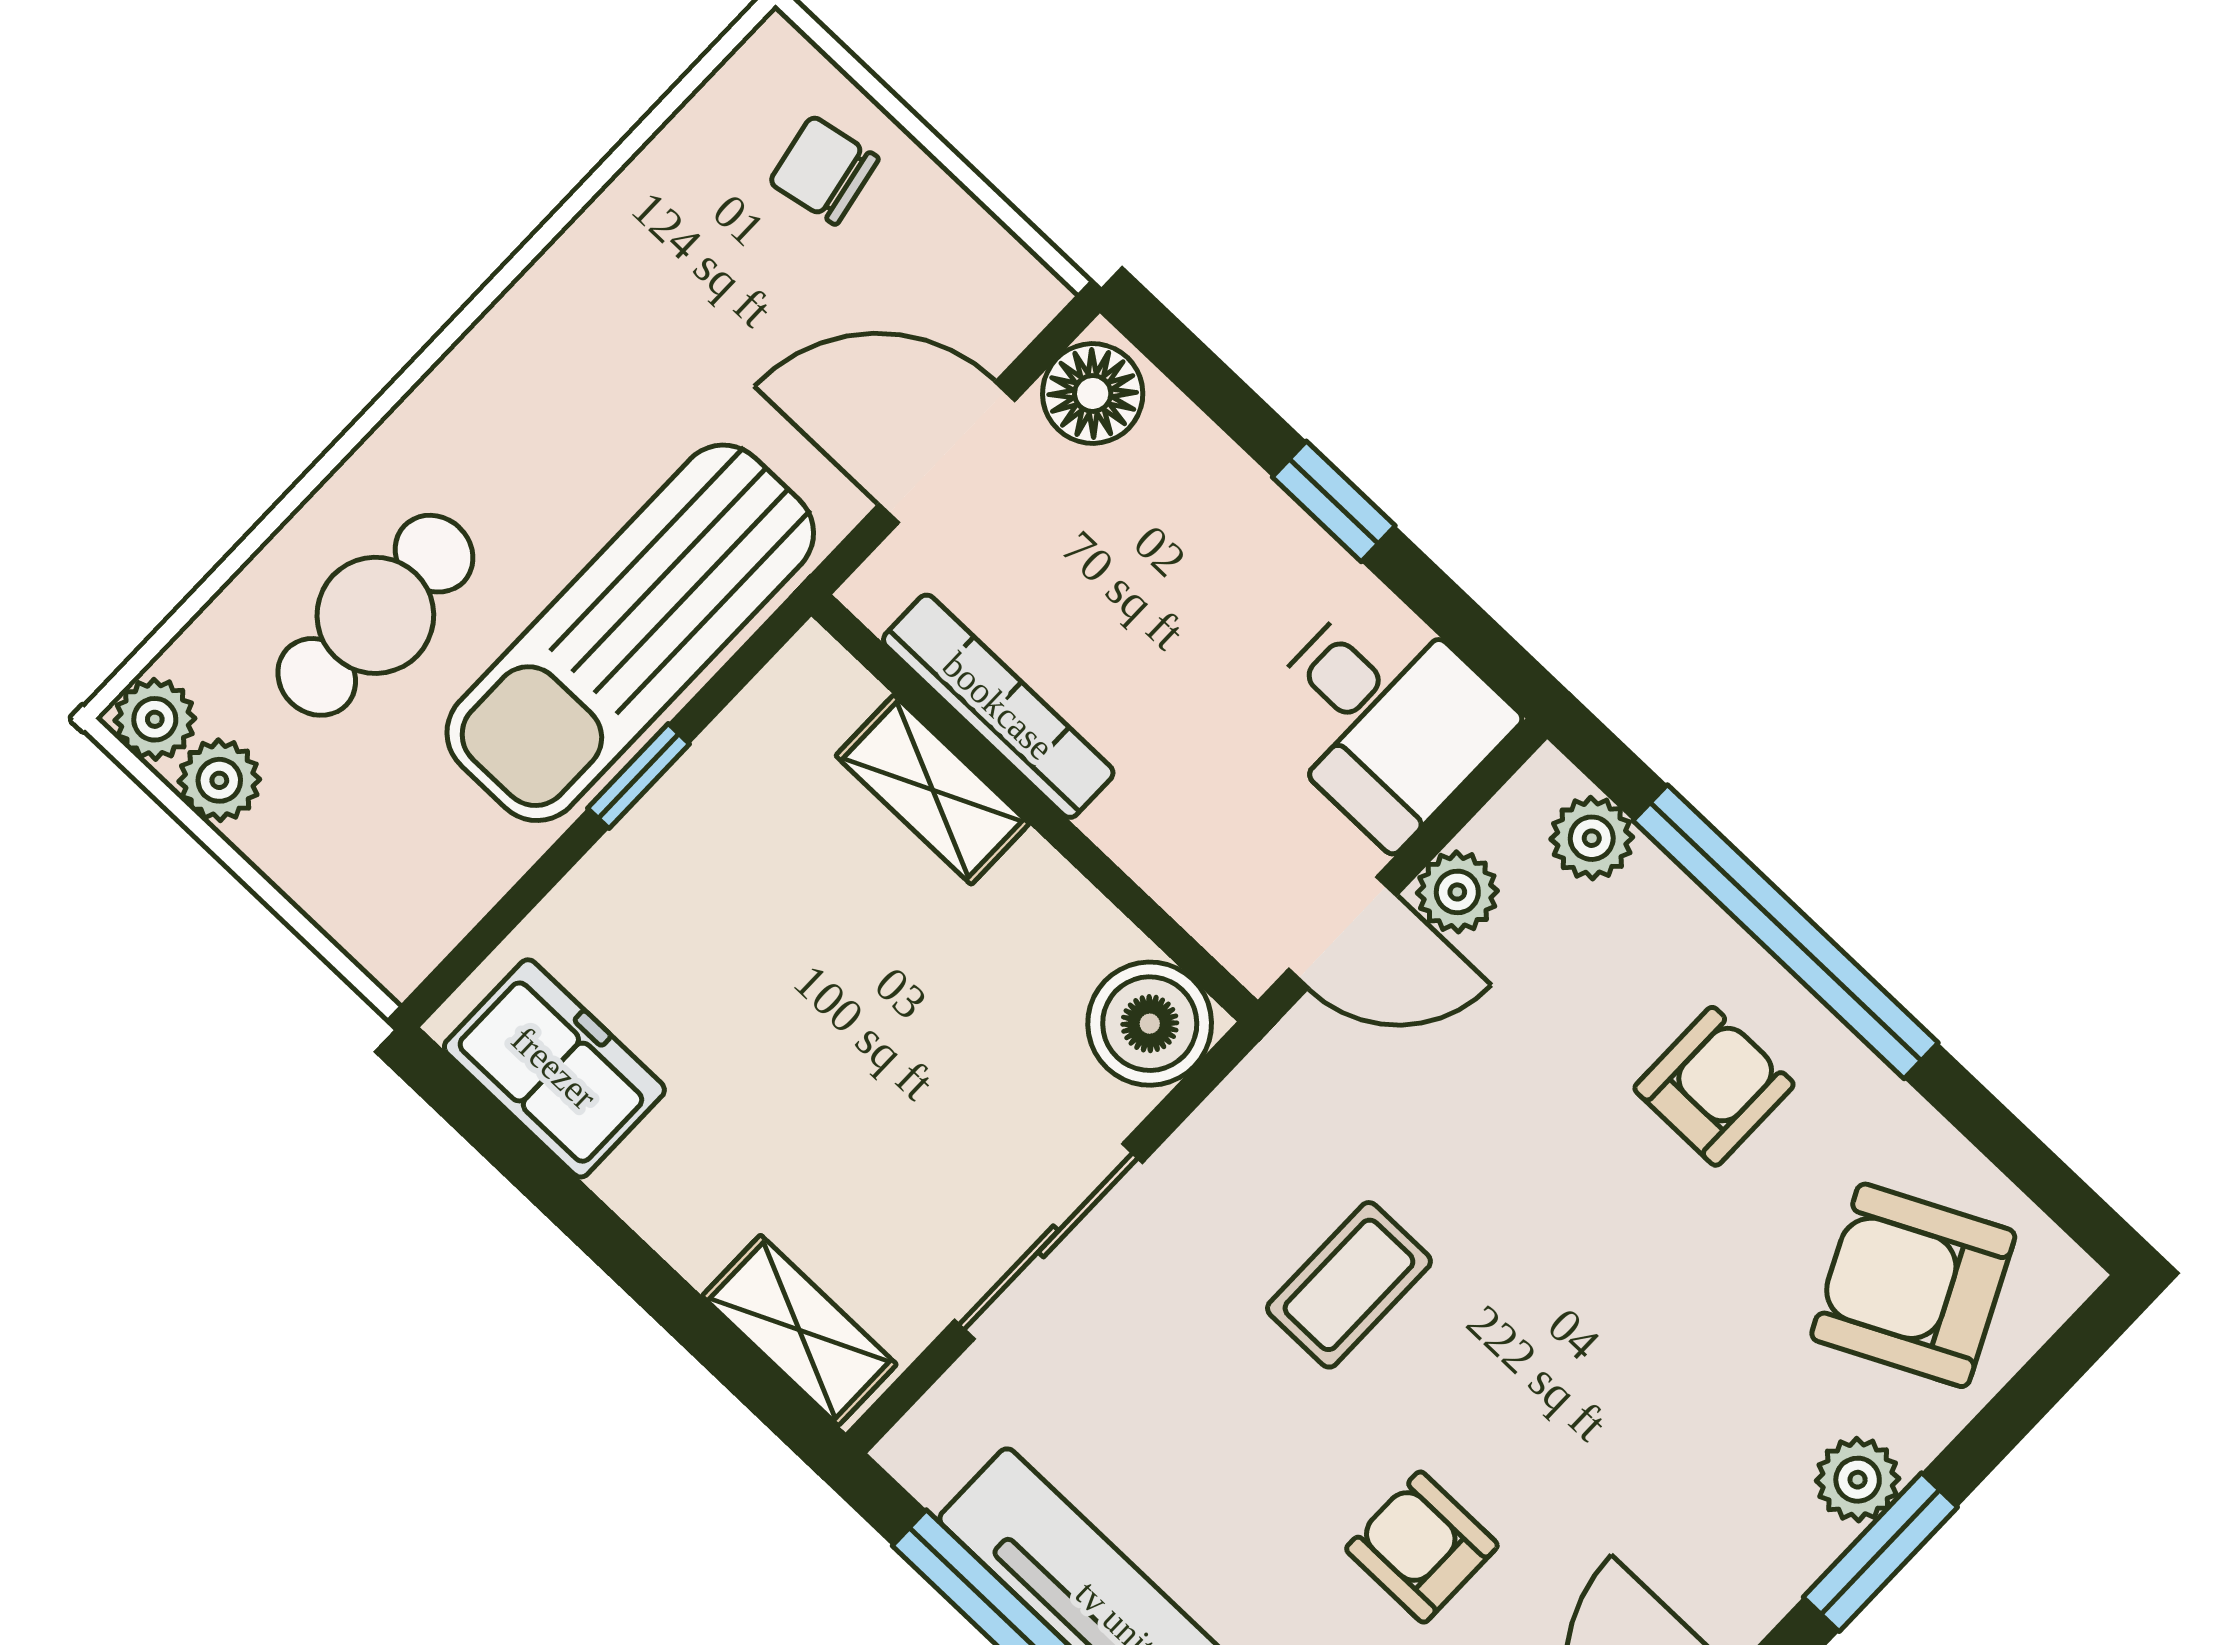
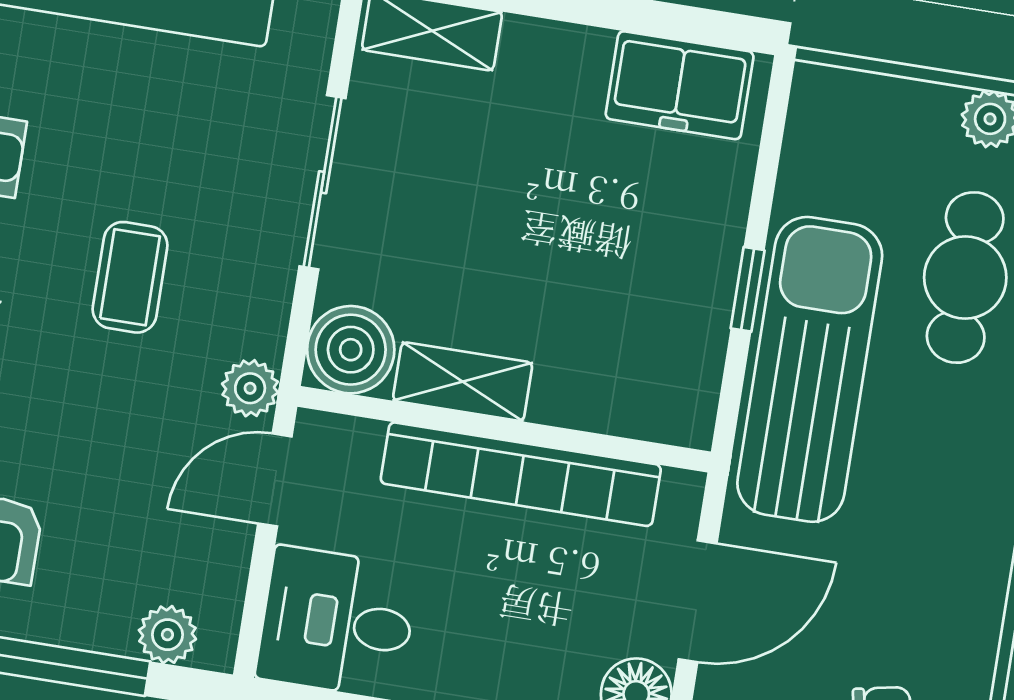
bookcase: (998, 706) -> (521, 474), width x1.48, depth x1.31
shelving: (932, 790) -> (463, 382), moved
plant: (1457, 892) -> (250, 388), moved

